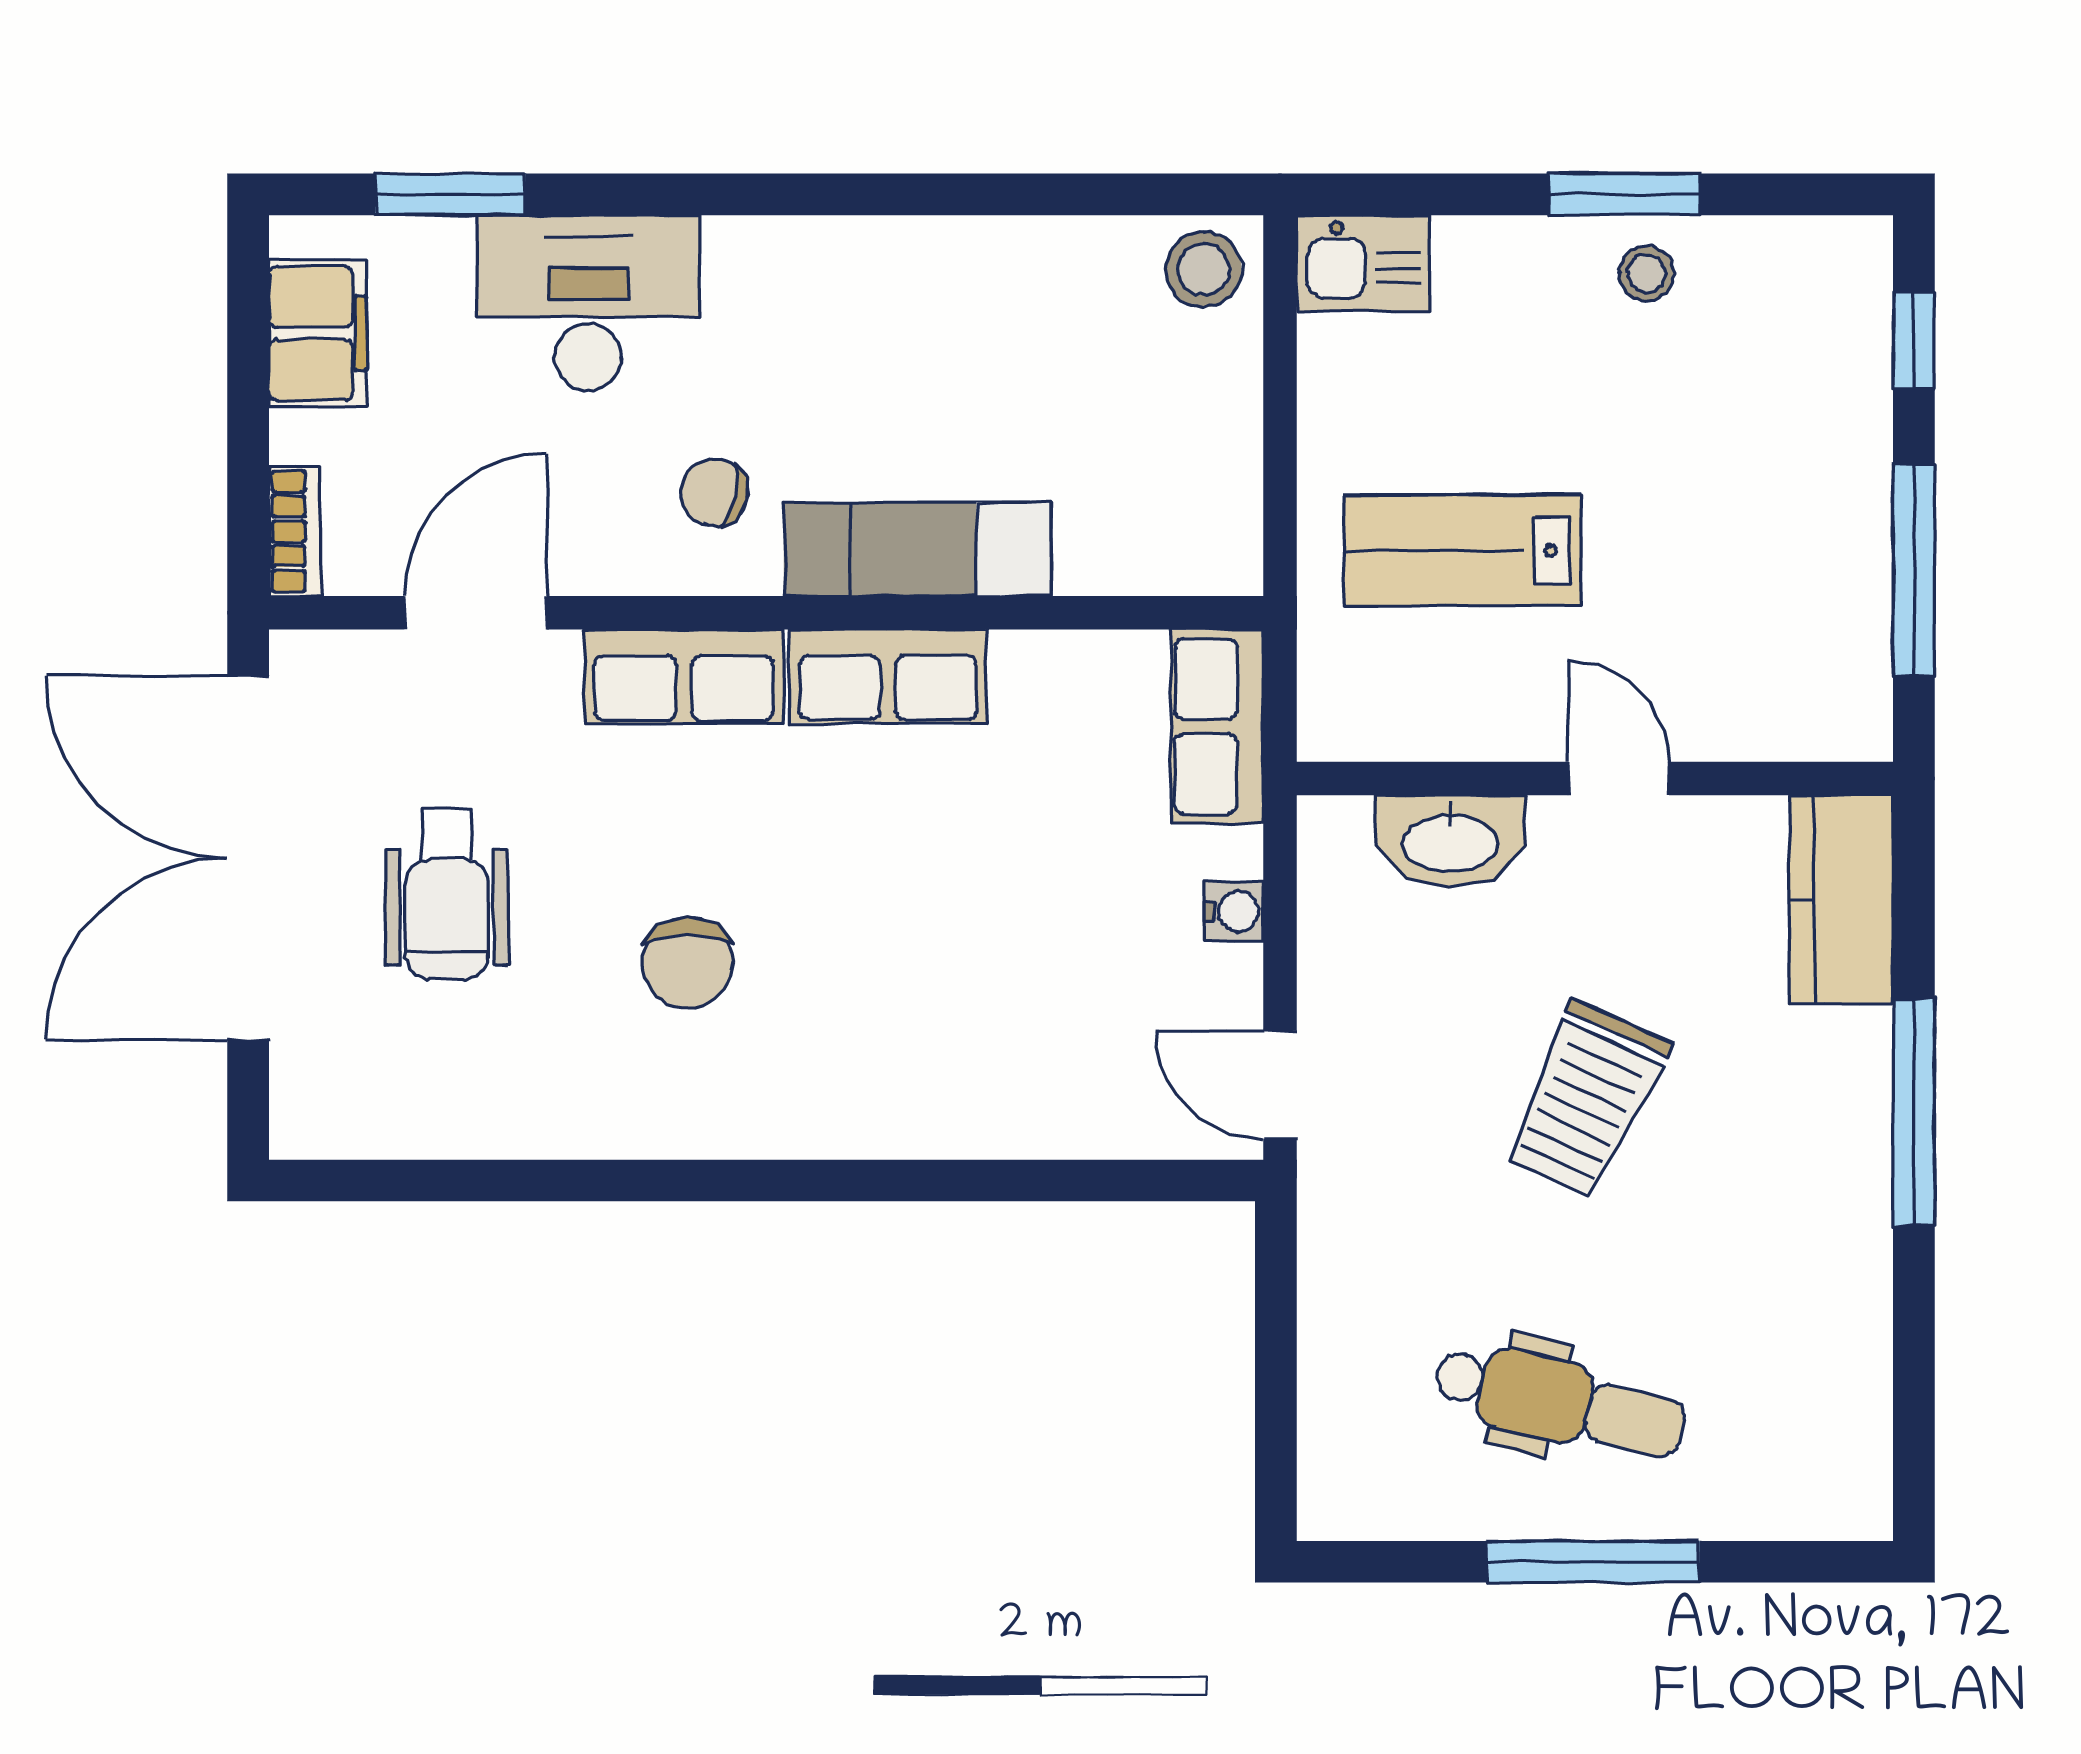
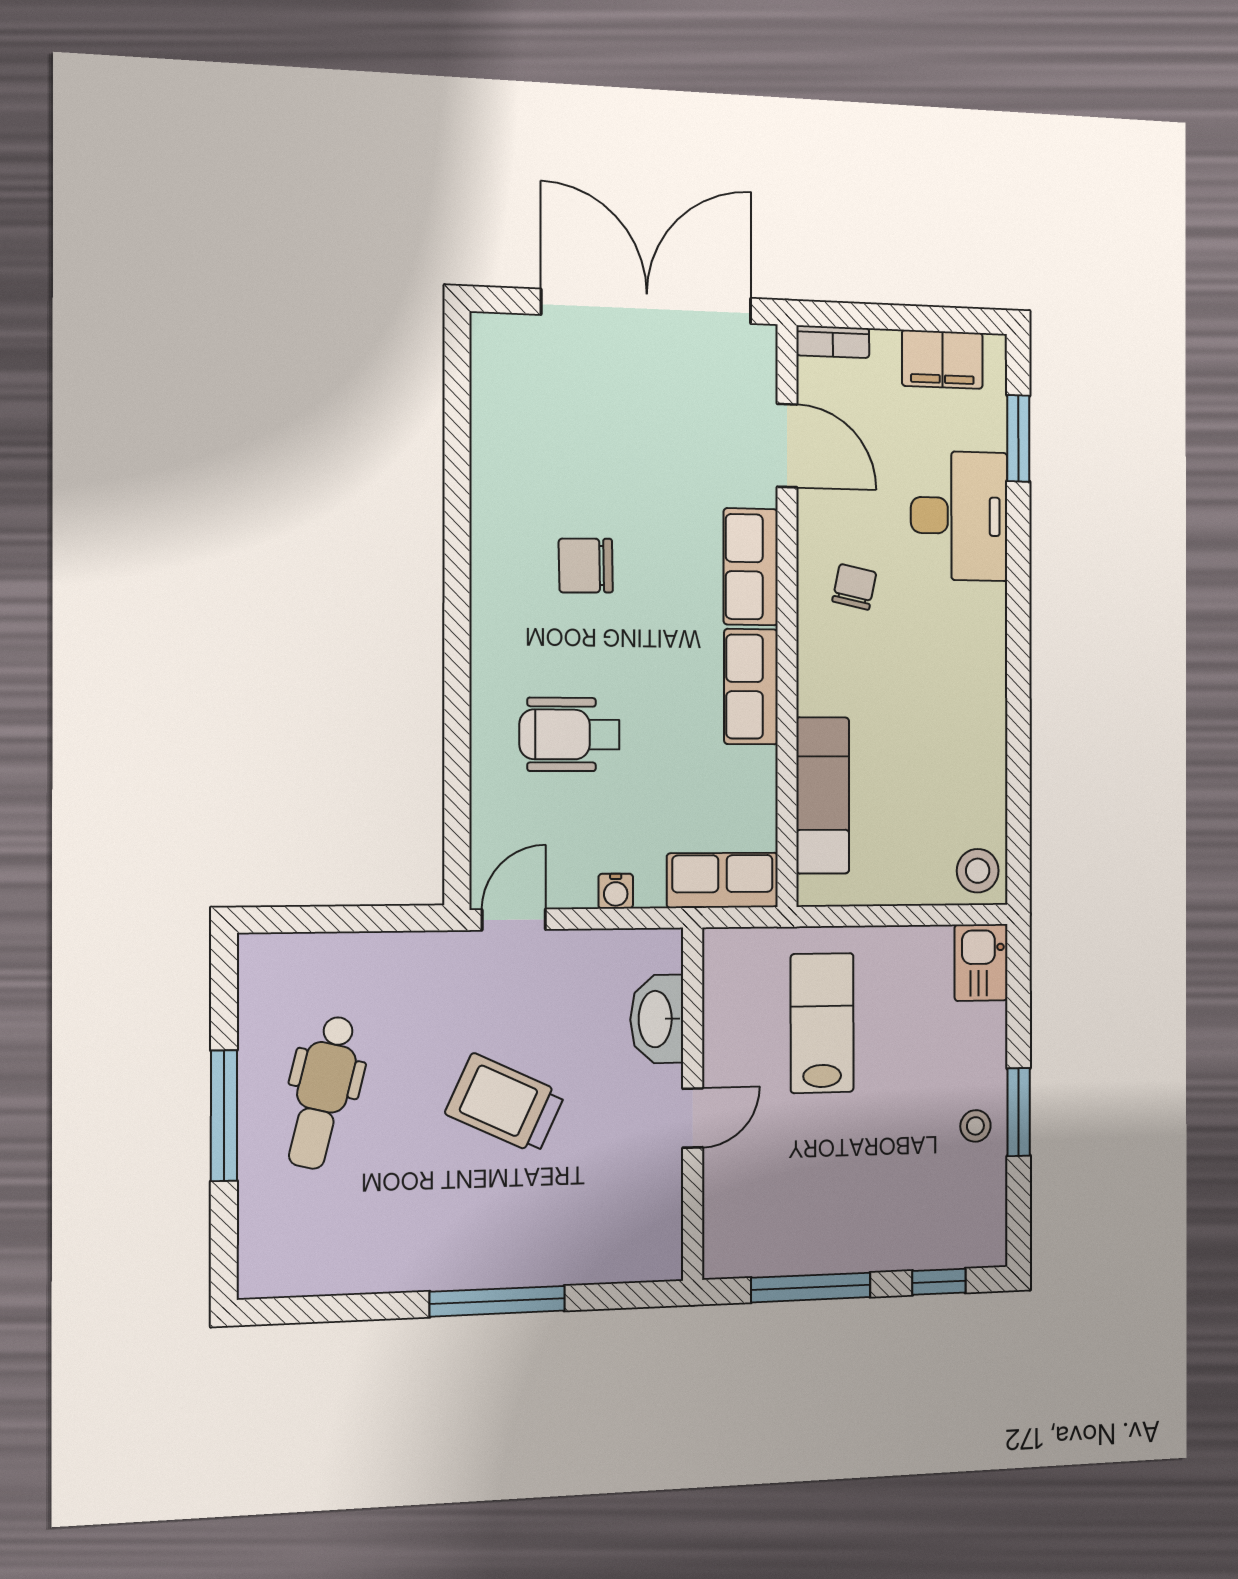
exam couch: (918, 549) -> (823, 795), moved
wheelchair: (447, 894) -> (570, 734), moved
kitchen counter: (1841, 899) -> (623, 1252), removed

